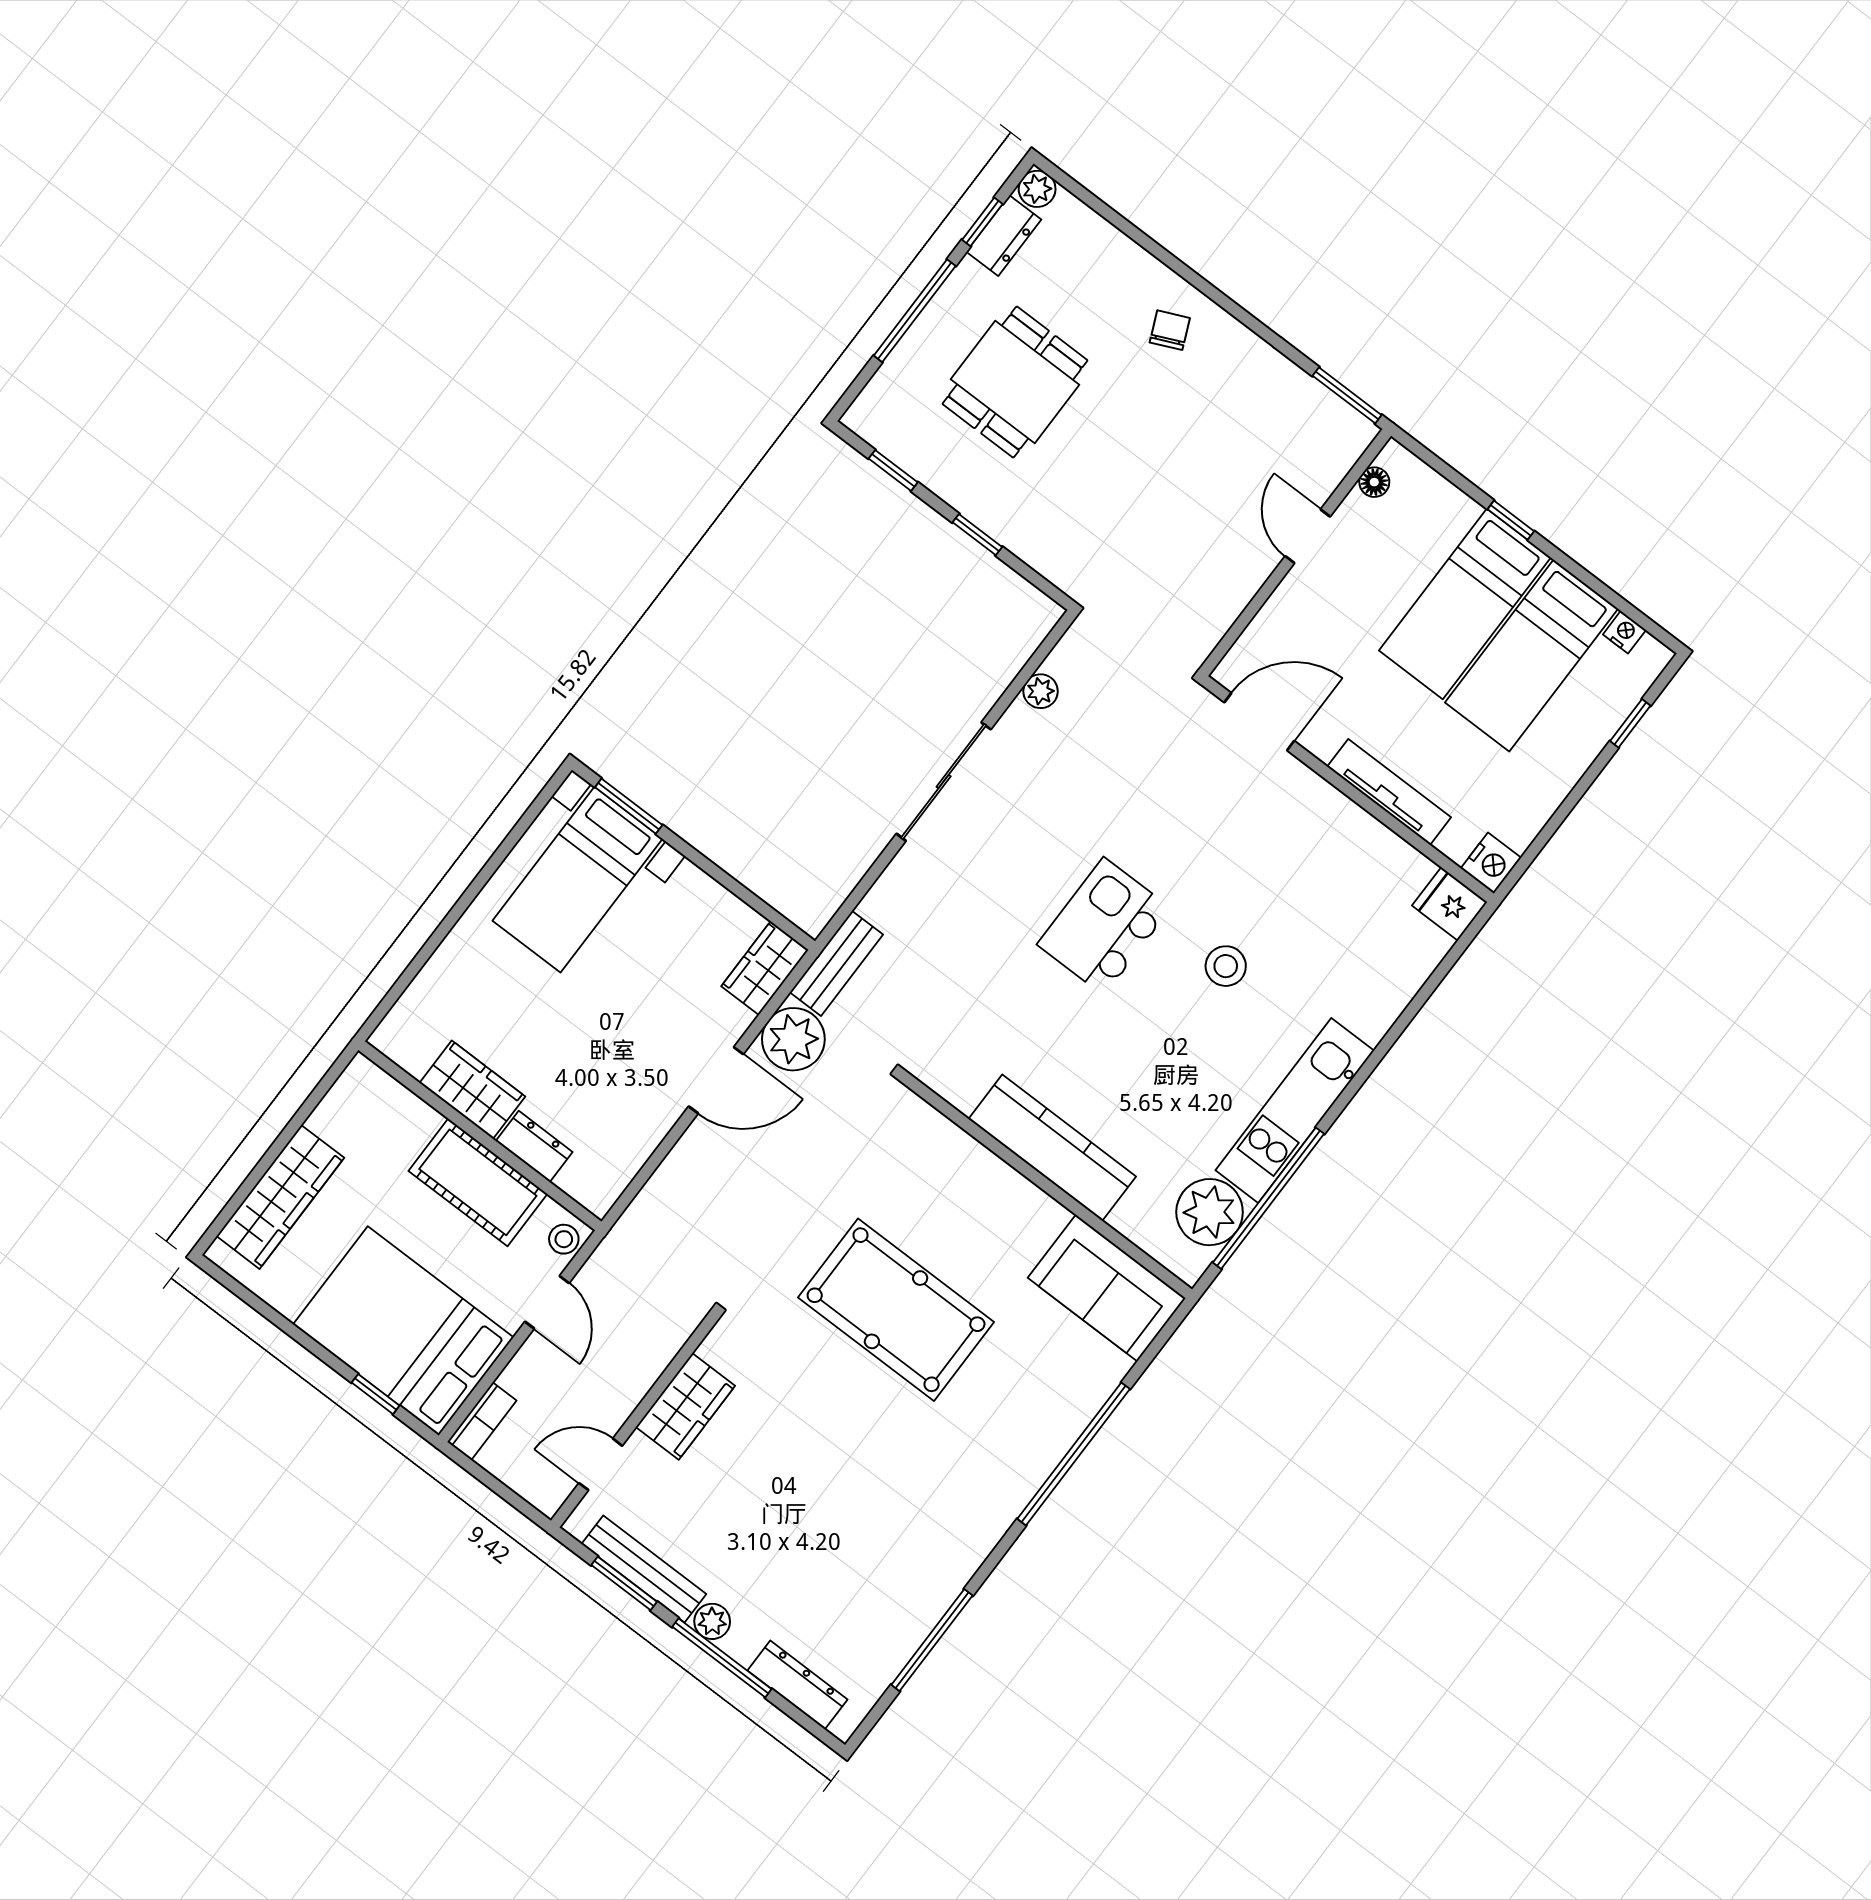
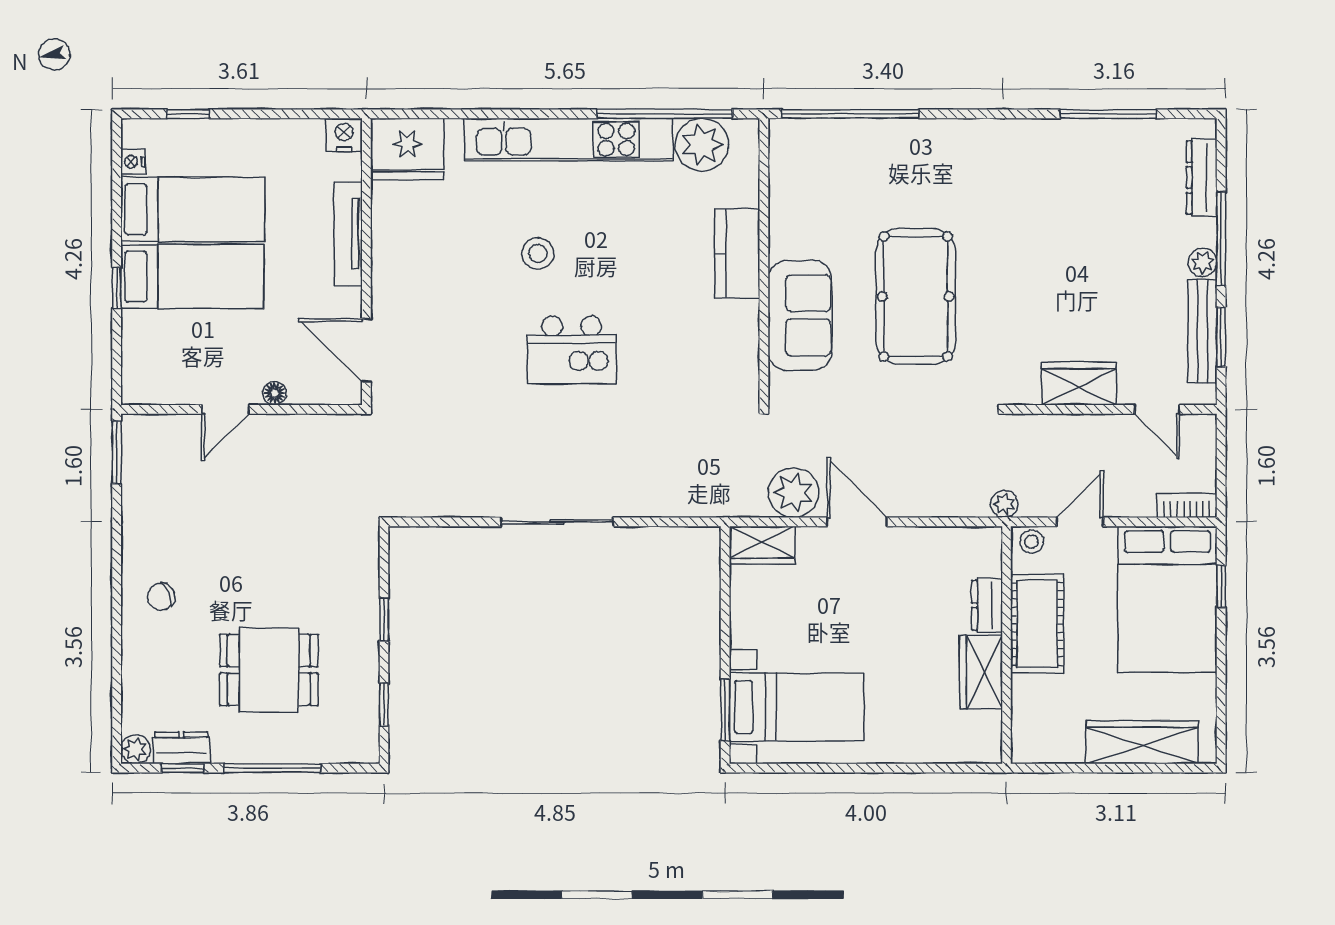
floor lamp: (1374, 482) -> (275, 393), moved
plant: (1041, 691) -> (1004, 504), moved
fridge: (1450, 904) -> (407, 149), width x1.88, depth x1.34
bench: (836, 963) -> (725, 502), removed
kitchen unit: (1295, 1110) -> (568, 140), width x1.36
kitchen counter: (1052, 1148) -> (737, 253), width x0.67
sofa: (1107, 1288) -> (800, 315), moved
window: (1074, 1454) -> (850, 114), moved

